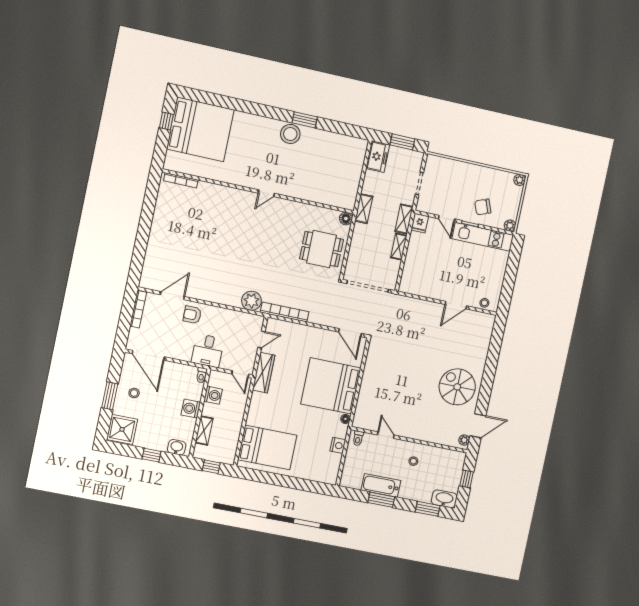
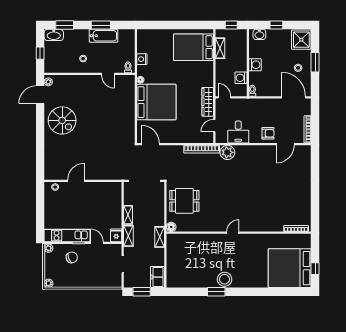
desk: (208, 351) -> (238, 132), moved, turned 180
shelving: (204, 431) -> (220, 48), moved

